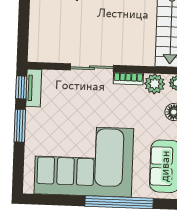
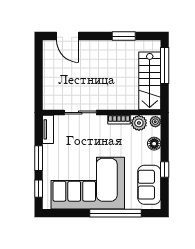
sliding door: (92, 68) -> (80, 113), moved
window: (21, 87) -> (39, 189), moved

